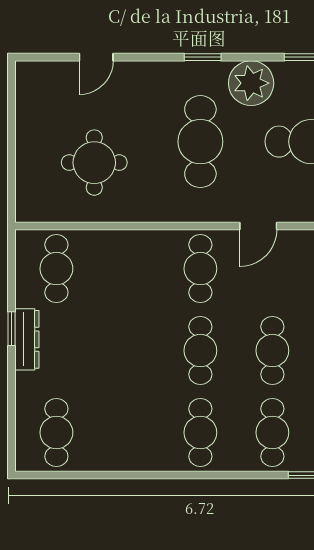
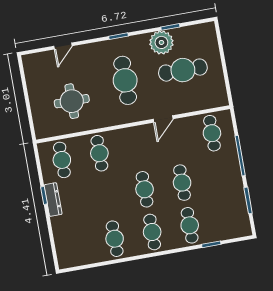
plant: (251, 83) -> (161, 42), moved
cafe table: (200, 269) -> (99, 153), moved
cafe table: (56, 433) -> (115, 239), moved

